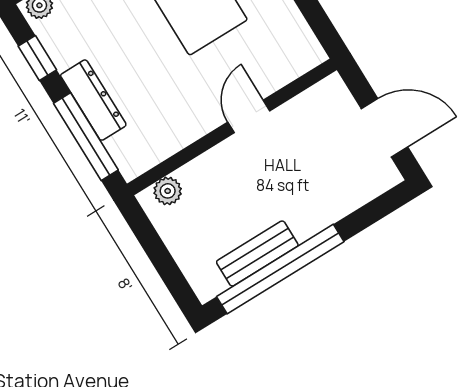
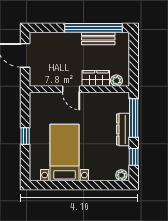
door: (249, 116) -> (71, 89), hinge flipped
wardrobe: (212, 169) -> (96, 78), added

